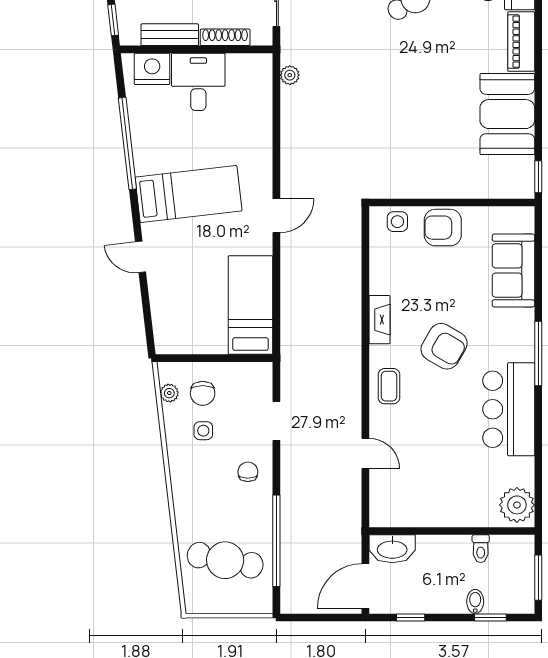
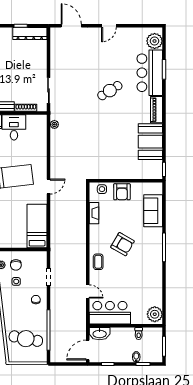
armchair: (443, 228) -> (122, 192), turned -90
fireplace: (379, 320) -> (94, 213), moved
bar counter: (509, 409) -> (110, 313), moved, turned 90

